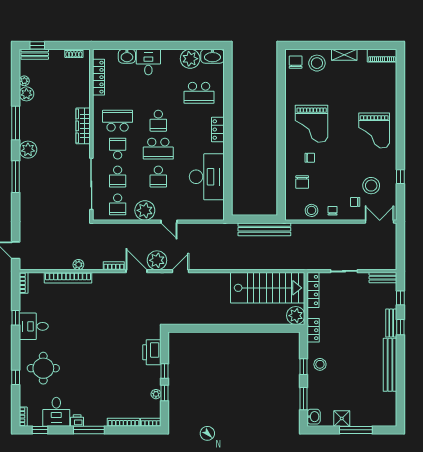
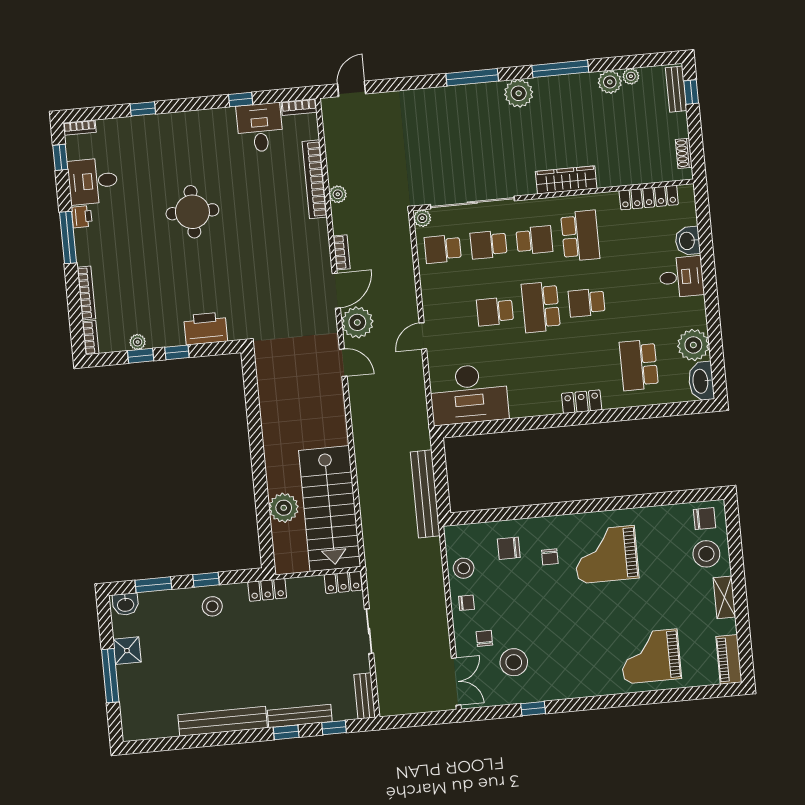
grand piano: (374, 130) -> (650, 656), moved
desk: (207, 177) -> (469, 394), moved
plant: (145, 210) -> (422, 218), moved, width x0.53, depth x0.53
locker: (313, 290) -> (343, 582), width x0.66
plant: (296, 316) -> (284, 508), moved
bench: (391, 323) -> (300, 716), width x1.36
desk: (34, 326) -> (260, 128), moved
round table: (43, 368) -> (192, 212), moved

